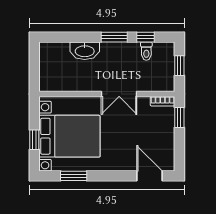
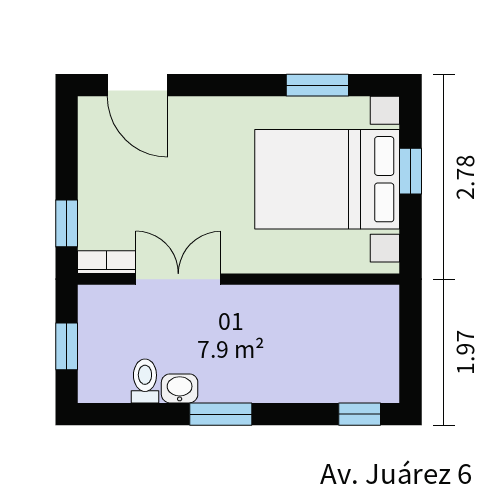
window: (145, 37) -> (360, 414), moved
washbasin: (85, 51) -> (180, 388), moved, width x0.52, depth x0.69
double door: (119, 94) -> (178, 279), moved

